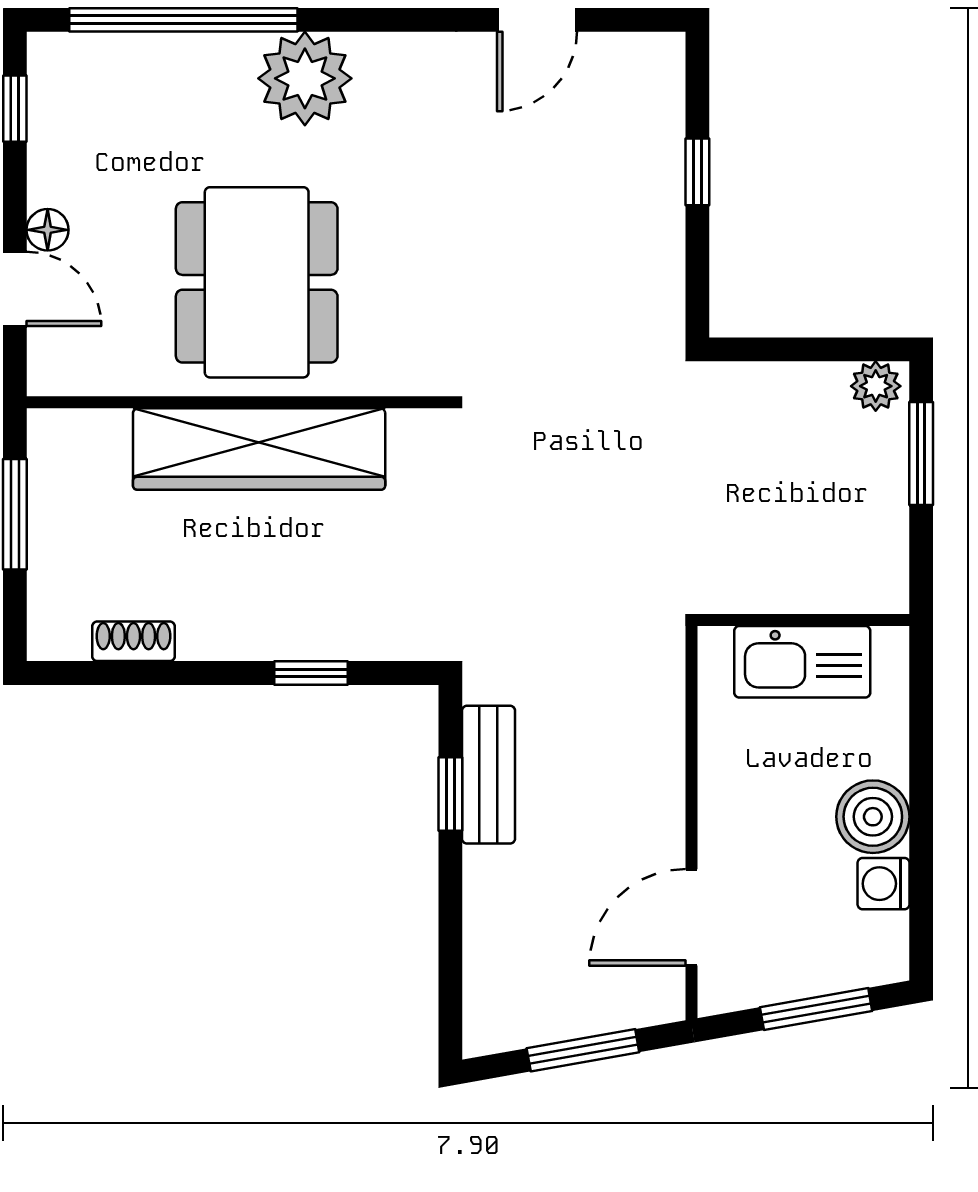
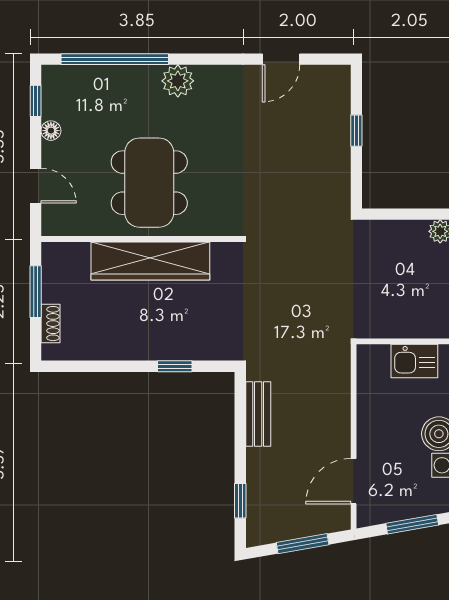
plant: (305, 78) -> (178, 81), width x0.73, depth x0.73
floor lamp: (48, 230) -> (51, 131), moved
shoe rack: (133, 641) -> (50, 324), moved, turned 90
kitchen sink: (802, 662) -> (414, 361), width x0.73
window: (450, 794) -> (240, 501), moved

